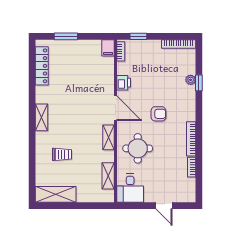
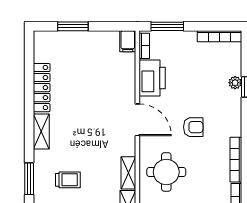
window: (138, 36) -> (167, 26), width x1.50
locker: (42, 66) -> (42, 88), moved
printer: (124, 83) -> (152, 78), width x1.87, depth x1.48
shelving: (109, 137) -> (128, 173), moved
window: (32, 154) -> (29, 179), added

